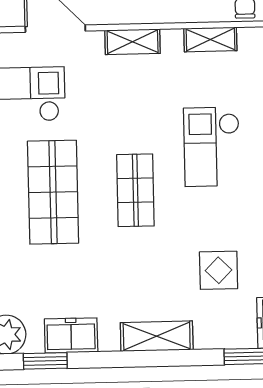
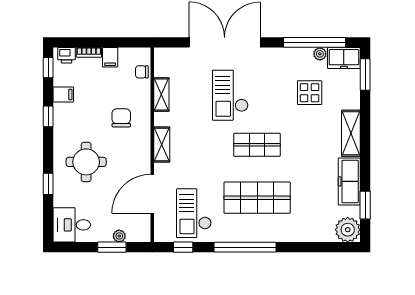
checkout: (212, 147) -> (230, 95), turned 90
freezer: (71, 335) -> (349, 181), width x1.40

